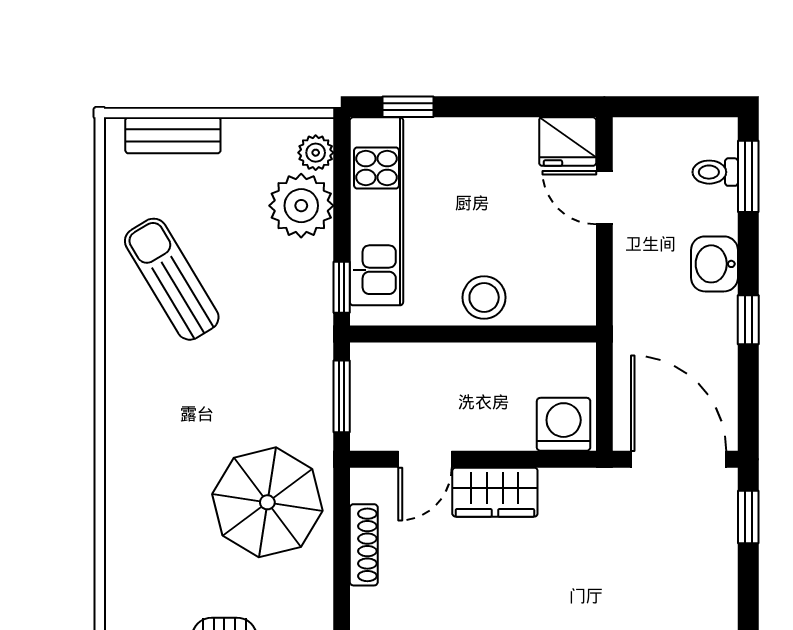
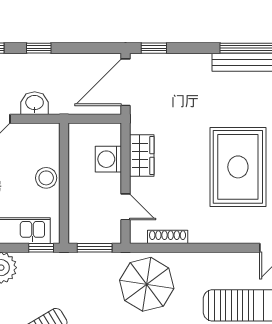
washbasin: (714, 264) -> (35, 103), moved, turned 180
window: (748, 320) -> (39, 48), moved
washing machine: (564, 424) -> (108, 159), moved
wardrobe: (495, 492) -> (142, 155), moved

